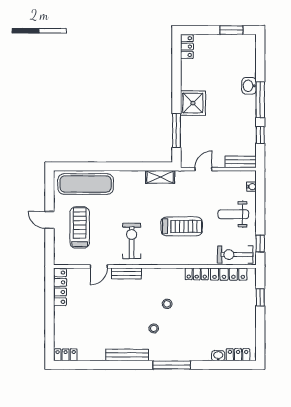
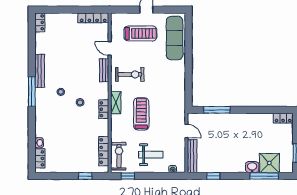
window: (260, 100) -> (264, 176), moved
shower: (193, 103) -> (269, 163), moved
bench: (241, 162) -> (192, 156), width x1.36
shelving: (160, 177) -> (116, 103), moved
weight bench: (233, 214) -> (151, 155), turned 90
treadmill: (182, 226) -> (141, 114), turned 180
locker: (197, 274) -> (104, 109), moved
window: (172, 365) -> (32, 92), moved

